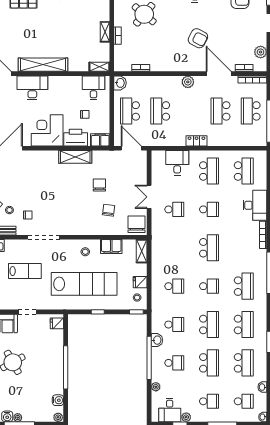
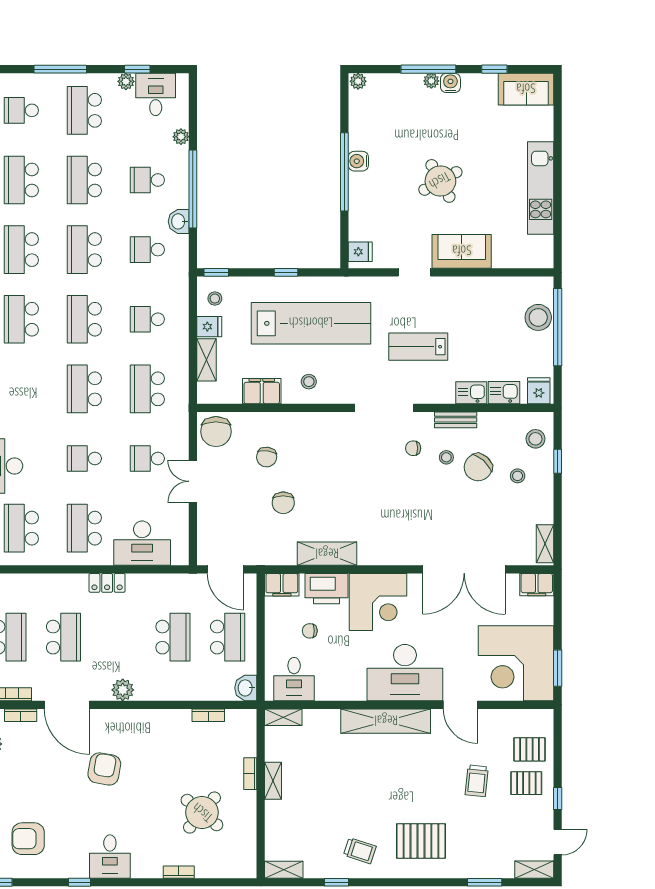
armchair: (198, 38) -> (104, 769), turned 73
desk: (32, 88) -> (405, 673), width x1.36, depth x1.30
desk: (177, 163) -> (142, 543), width x1.37
double door: (149, 197) -> (193, 481), swing flipped
school desk: (174, 248) -> (147, 389), added
shelving: (142, 251) -> (207, 360), moved
lab bench: (84, 284) -> (311, 323), turned 180
school desk: (209, 286) -> (84, 319), width x1.85
water cooler: (58, 400) -> (358, 161), moved
school desk: (209, 401) -> (84, 110), width x1.85

